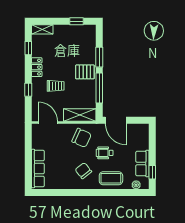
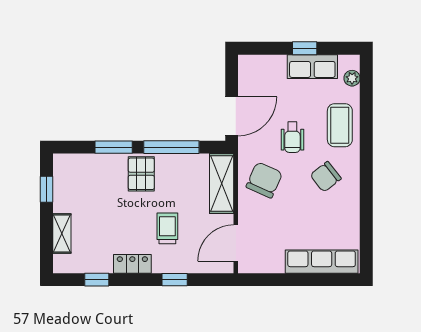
shelving: (42, 29) -> (62, 234), moved
window: (152, 172) -> (305, 48), moved

